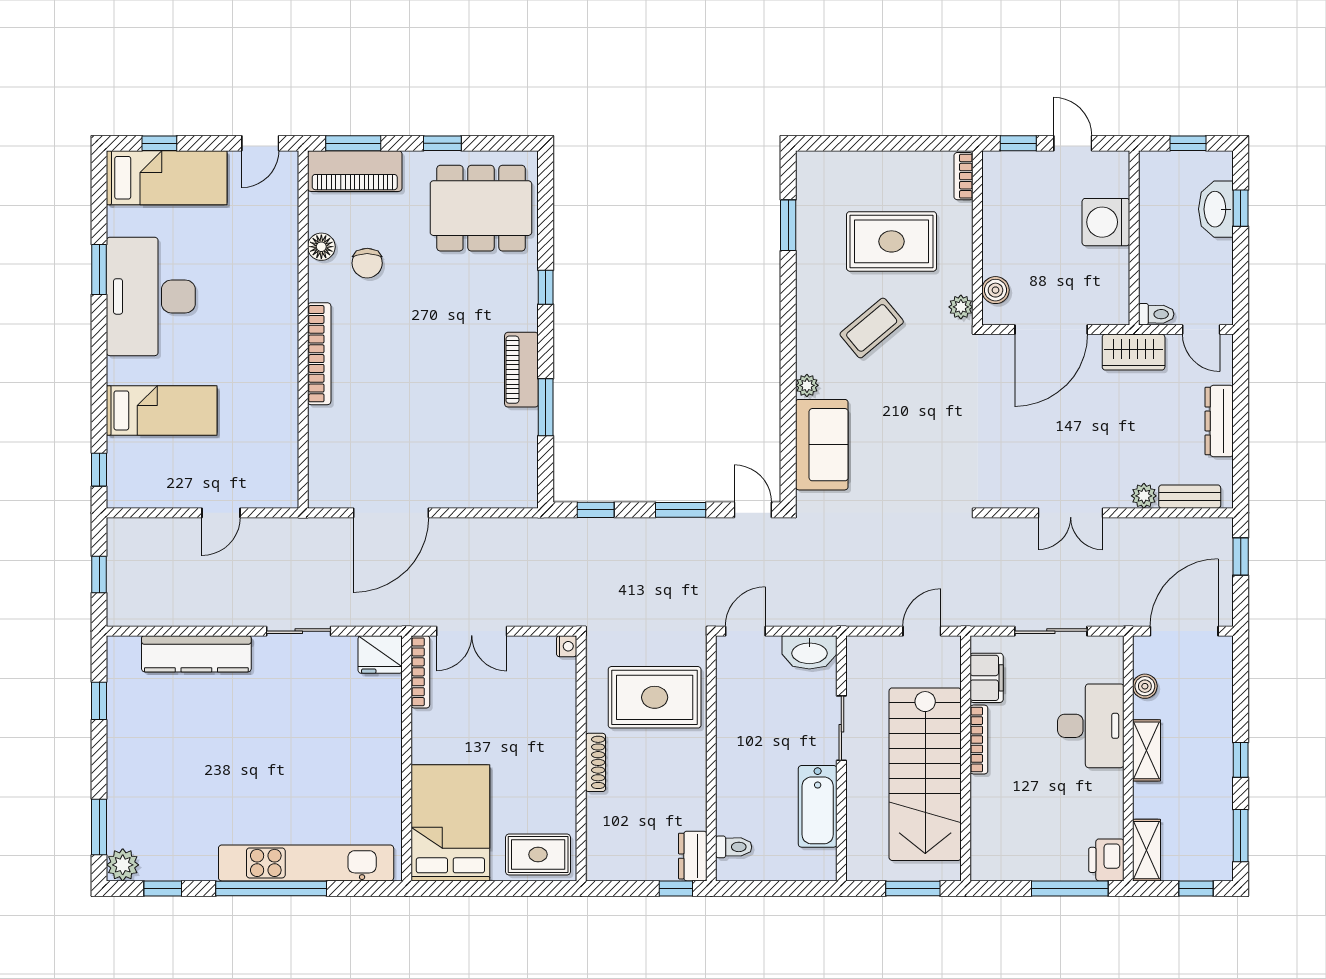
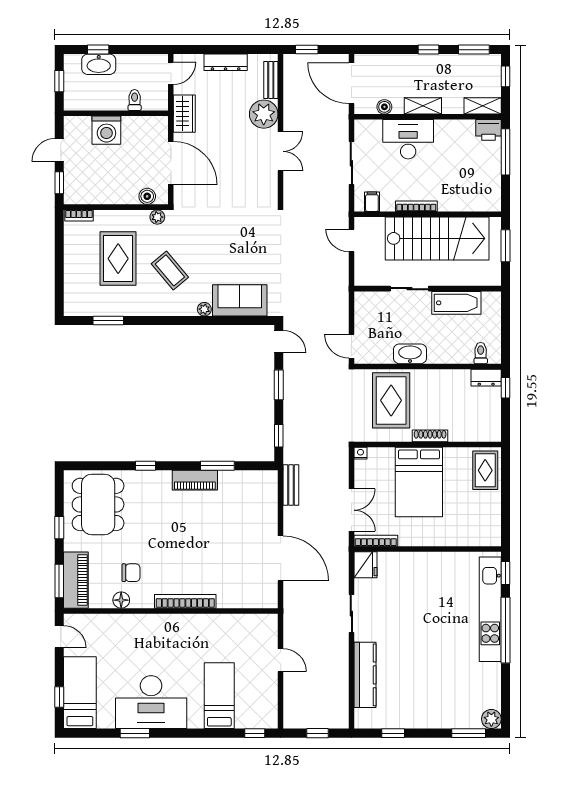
toilet: (1156, 314) -> (135, 100), moved
plant: (1144, 496) -> (264, 114), width x1.87, depth x1.87
door: (753, 510) -> (279, 342), swing flipped
bench: (513, 530) -> (291, 485), added
washbasin: (809, 652) -> (410, 354), moved, turned -90
filing cabinet: (987, 678) -> (372, 202), width x0.50
bed: (450, 823) -> (419, 482), moved, turned -90
window: (163, 888) -> (506, 573), moved

